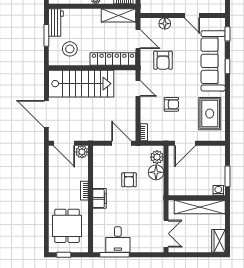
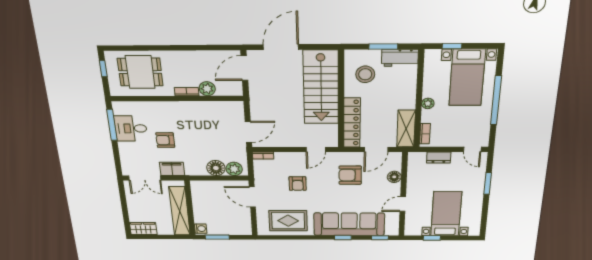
plant: (82, 152) -> (207, 89), moved
armchair: (129, 180) -> (165, 140), moved
filing cabinet: (99, 198) -> (172, 169), moved, turned 180

